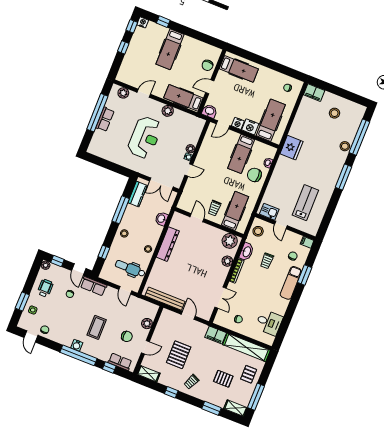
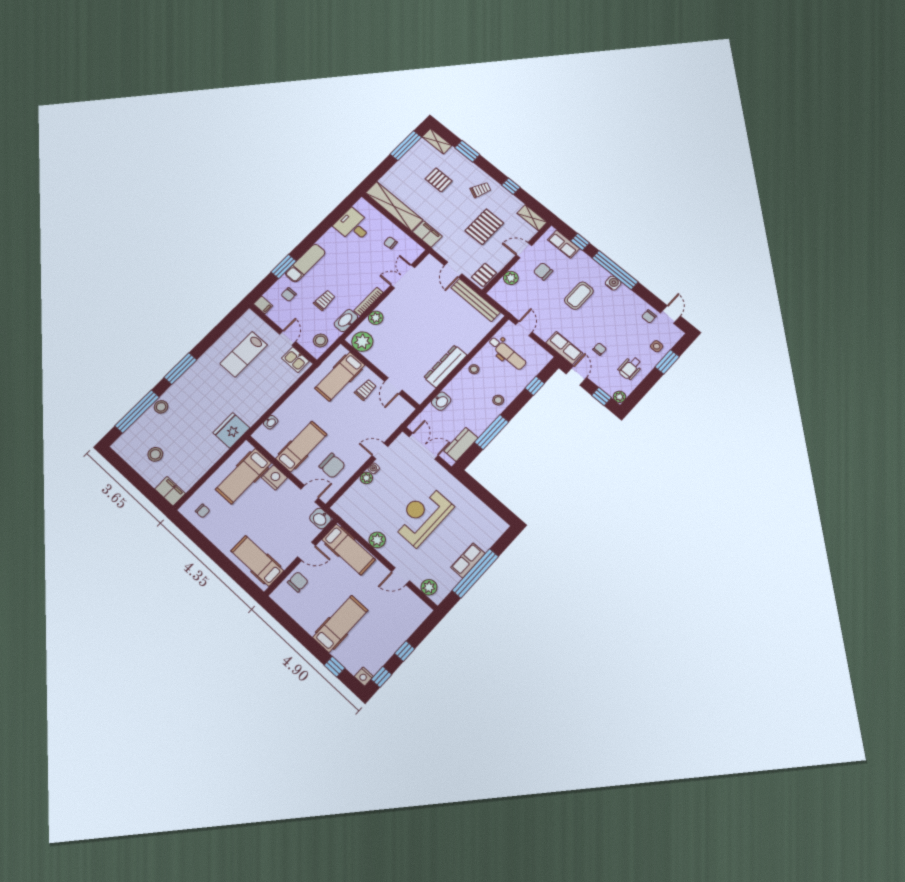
nightstand: (238, 123) -> (289, 488), removed
chair: (254, 175) -> (332, 466), moved
pallet: (249, 374) -> (484, 275), moved

